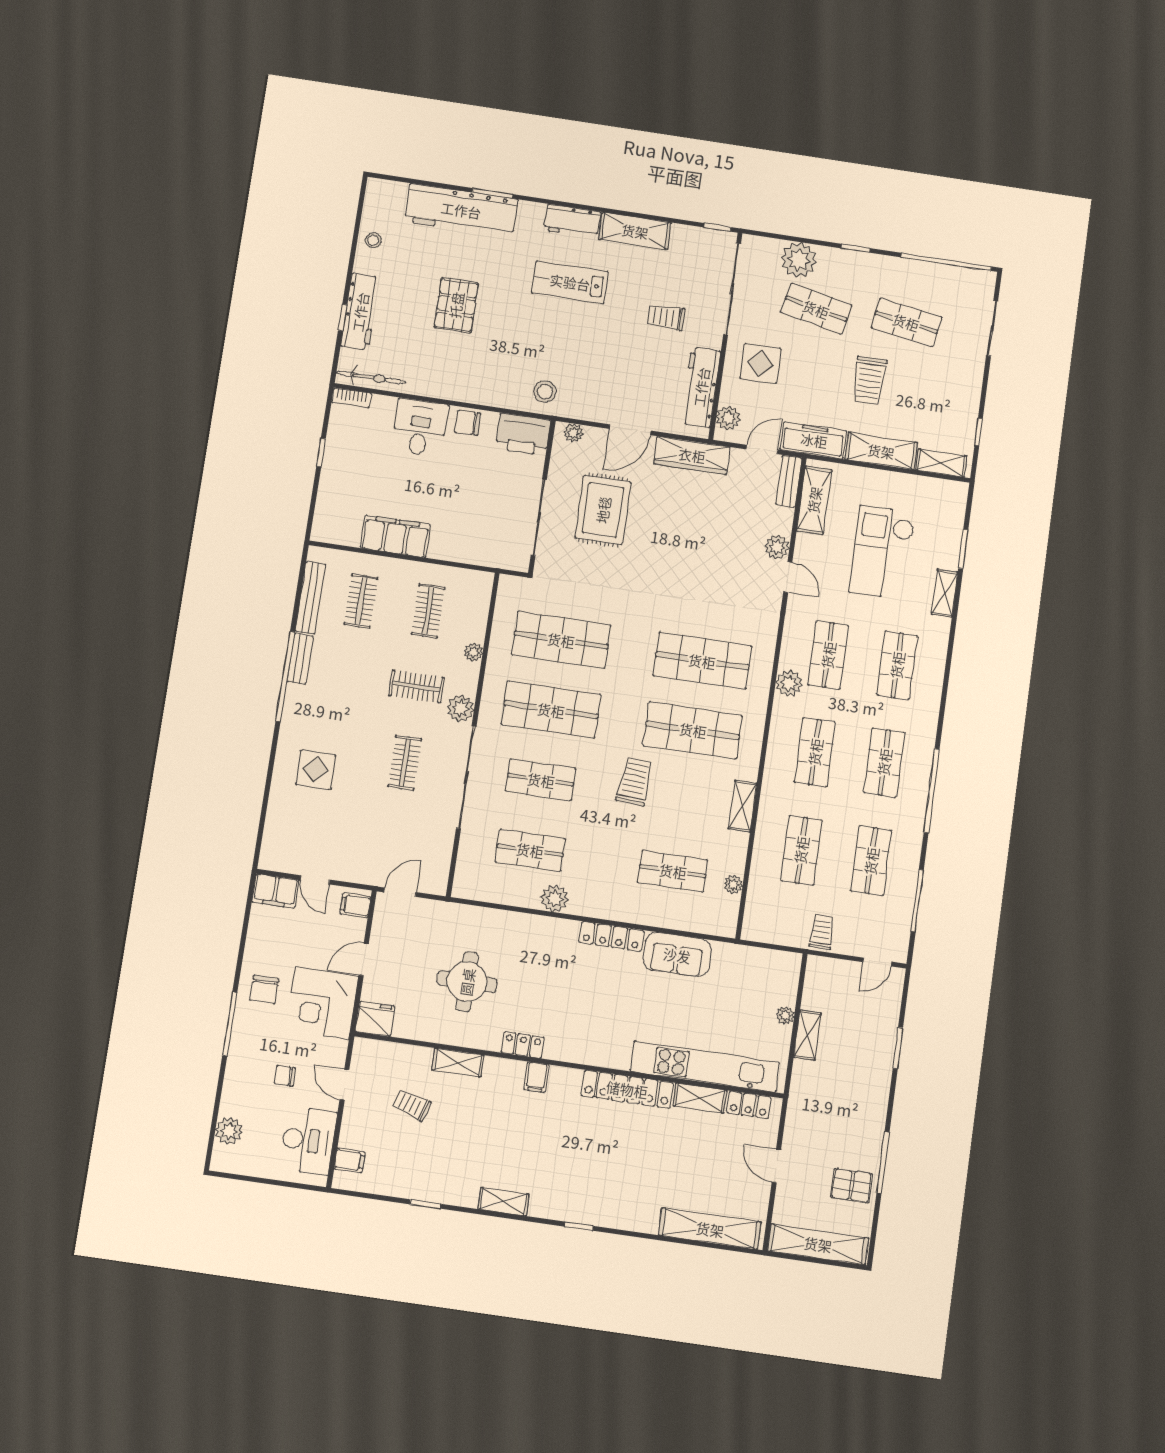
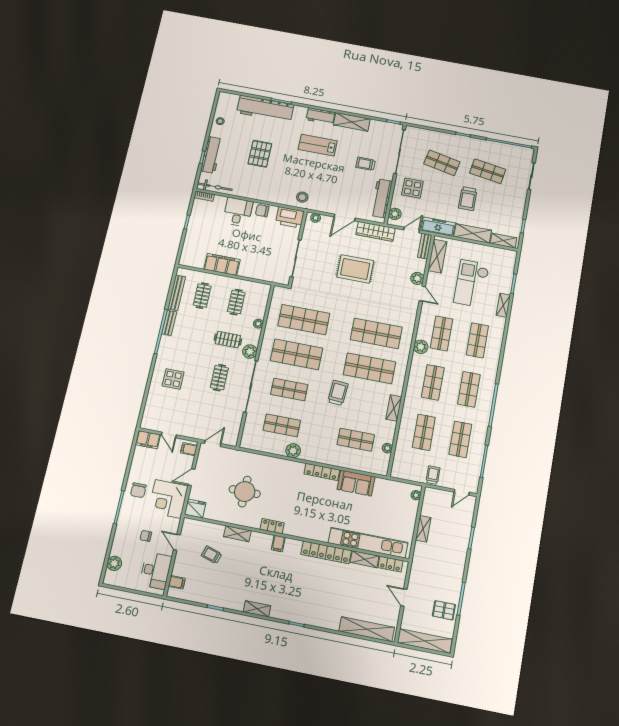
plant: (799, 260) -> (434, 139), removed
rug: (603, 510) -> (355, 269), moved, turned 90
plant: (785, 1016) -> (416, 495), moved

